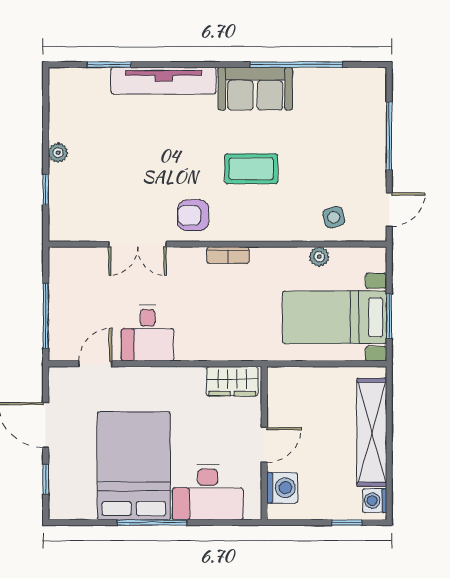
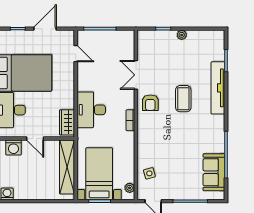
sofa: (255, 89) -> (214, 172), moved
coffee table: (251, 169) -> (183, 99), moved
armchair: (193, 215) -> (150, 103), turned 180
plant: (319, 257) -> (130, 188), moved
desk: (148, 333) -> (91, 110), moved, width x1.37
shelving: (372, 432) -> (67, 167), moved, turned 90

